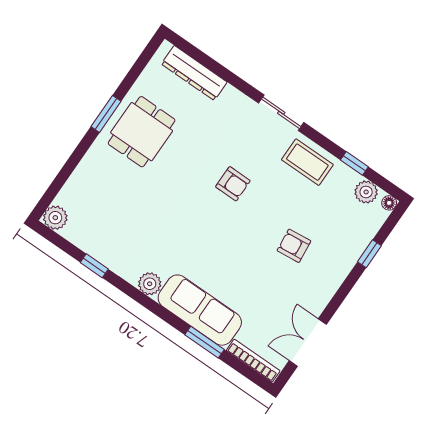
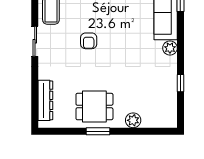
armchair: (233, 184) -> (89, 41), turned 180
plant: (55, 218) -> (133, 120), moved

